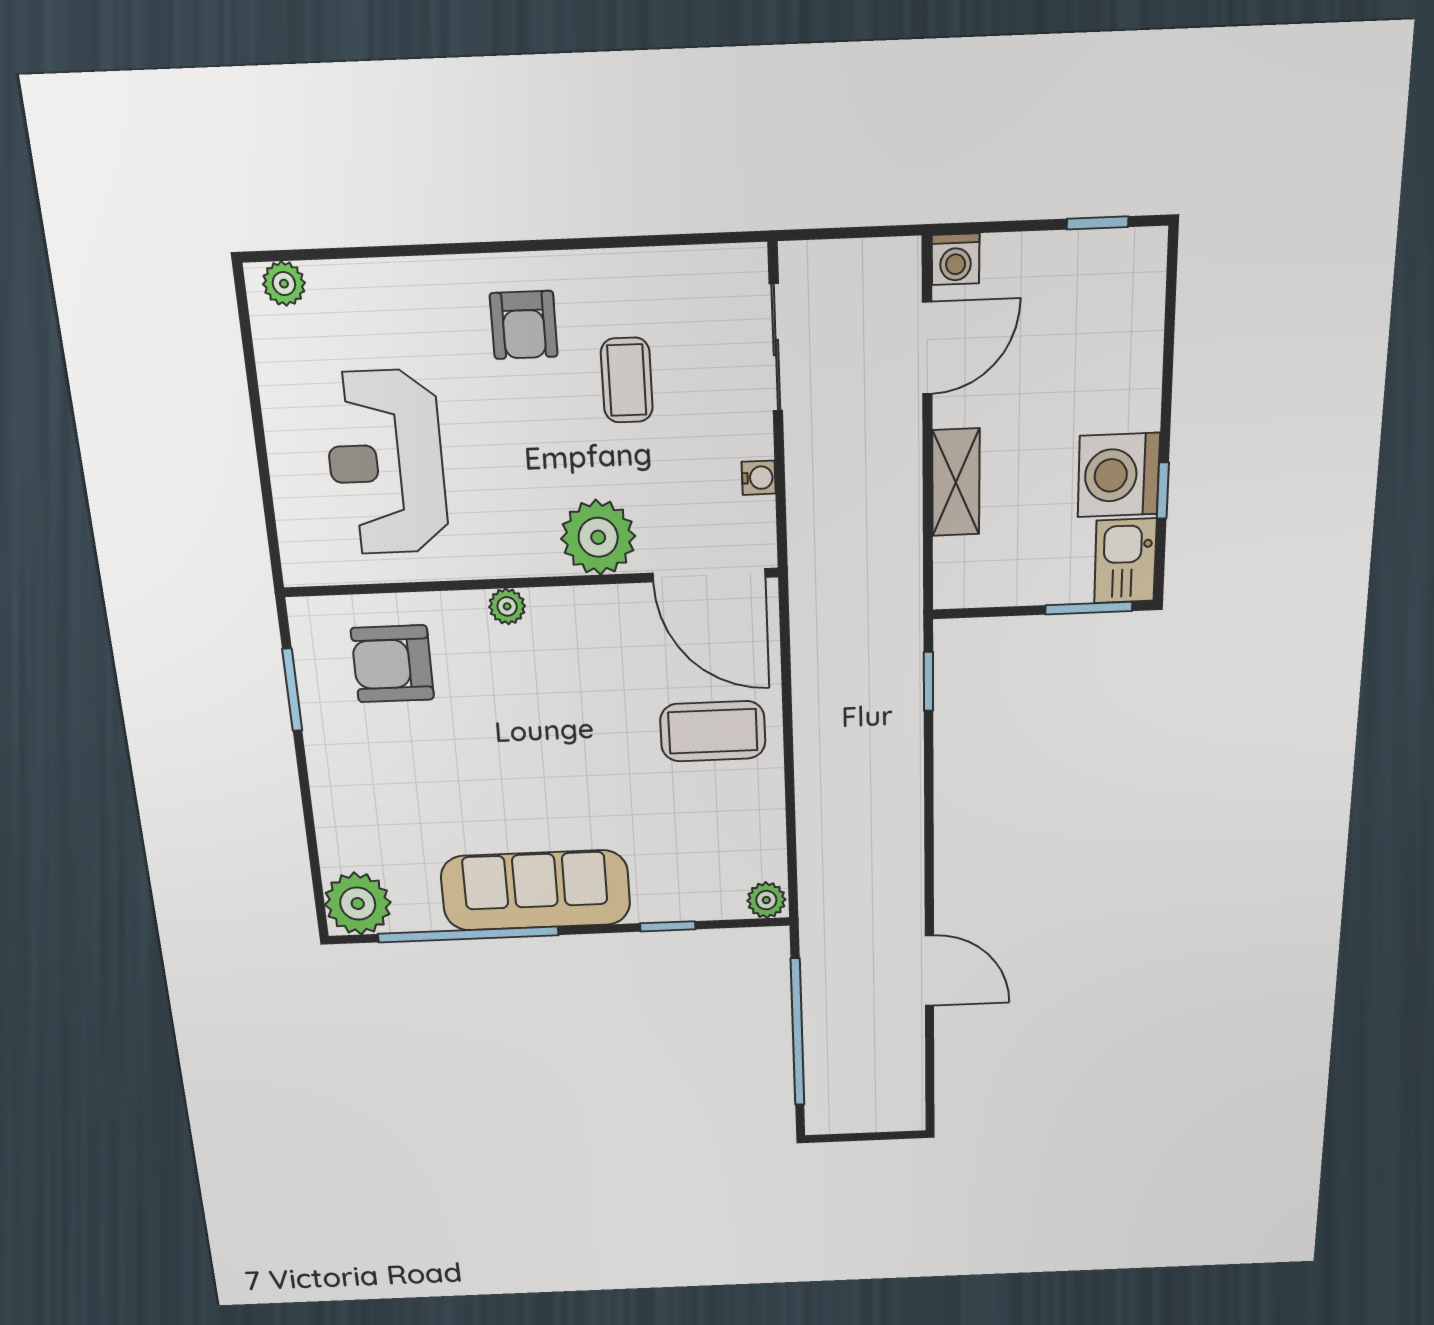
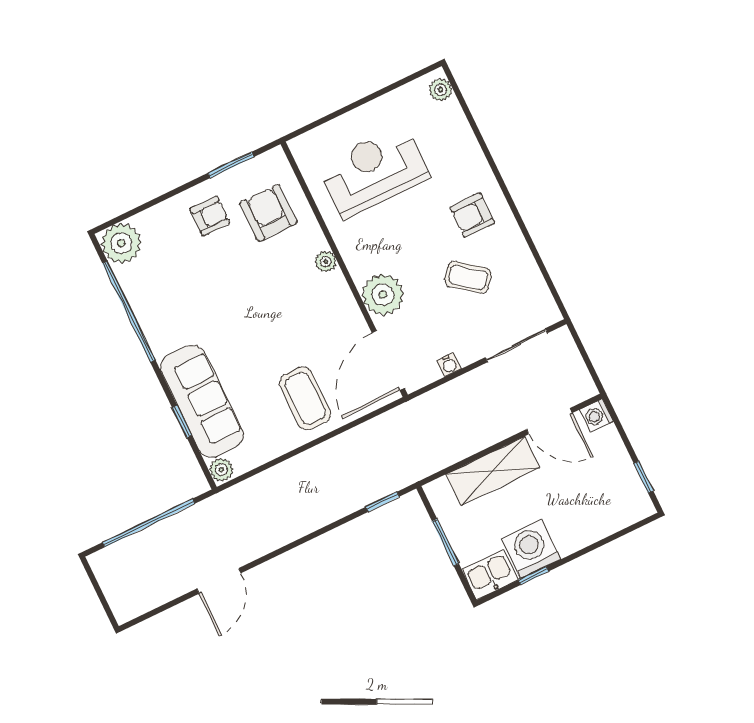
coffee table: (627, 380) -> (468, 277), turned 38
shelving: (956, 482) -> (493, 471), width x1.50, depth x1.33
window: (1089, 608) -> (446, 542), moved
armchair: (364, 756) -> (210, 216), added
sofa: (536, 890) -> (202, 401), moved

